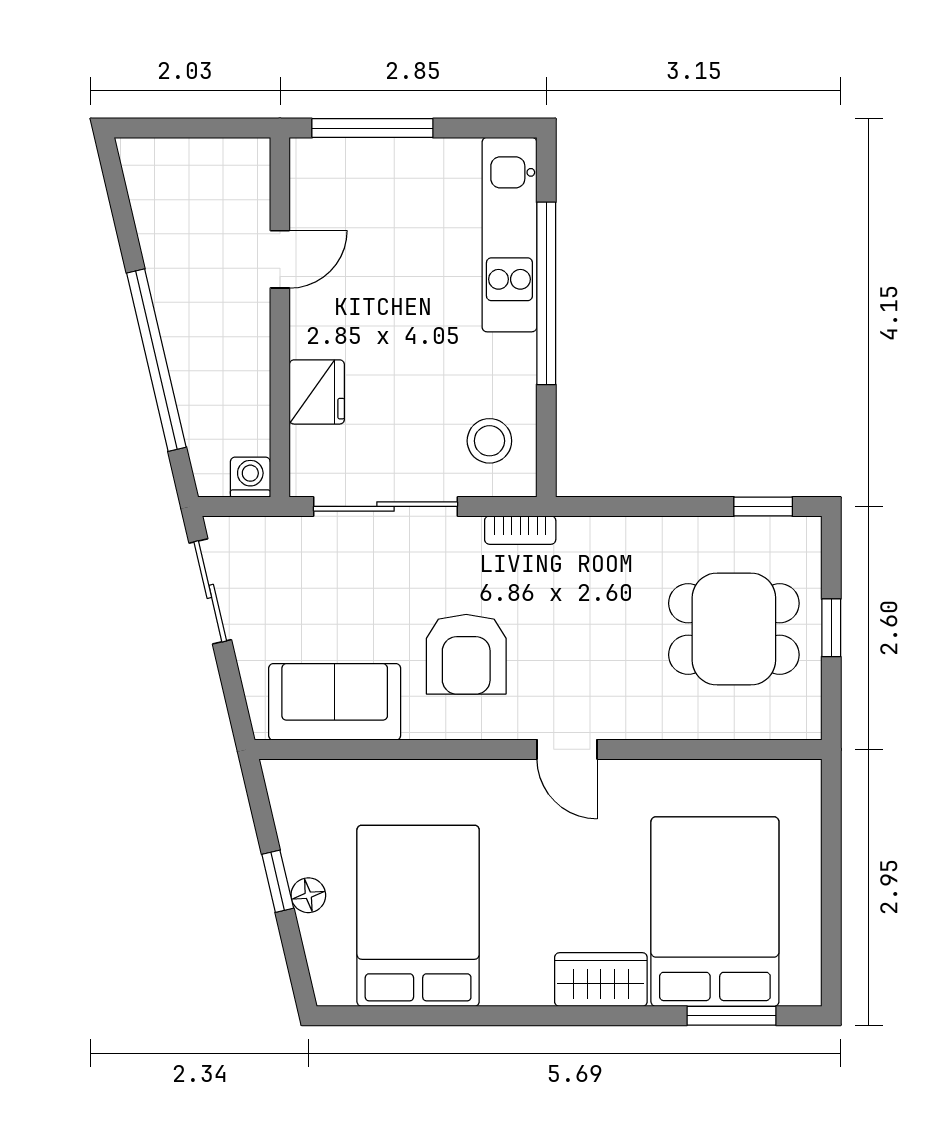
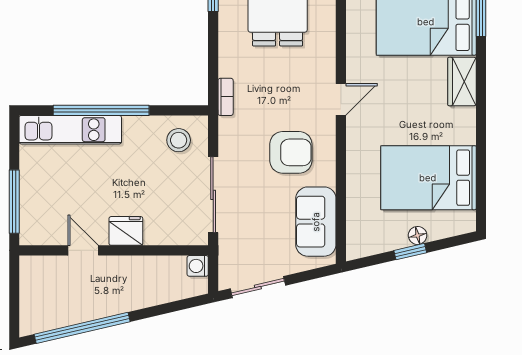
window: (156, 360) -> (82, 328), moved
fridge: (317, 392) -> (126, 231), moved
bookcase: (520, 530) -> (226, 97), moved

